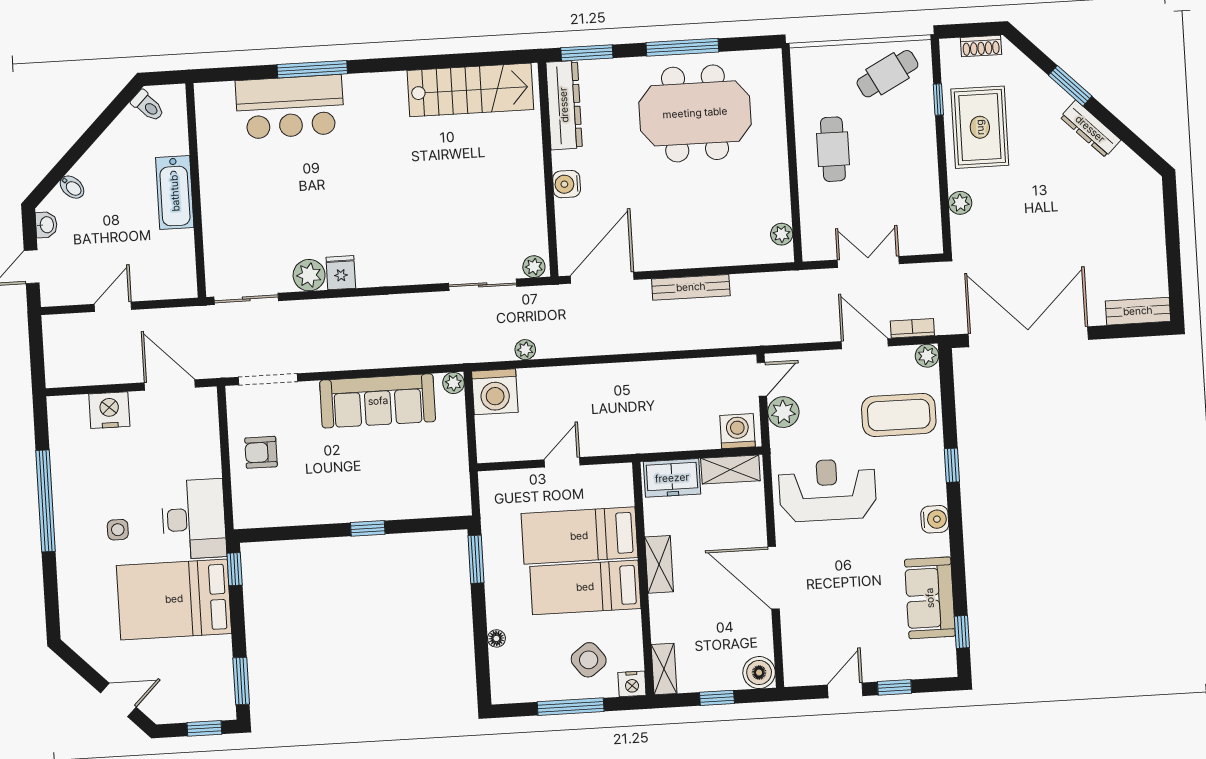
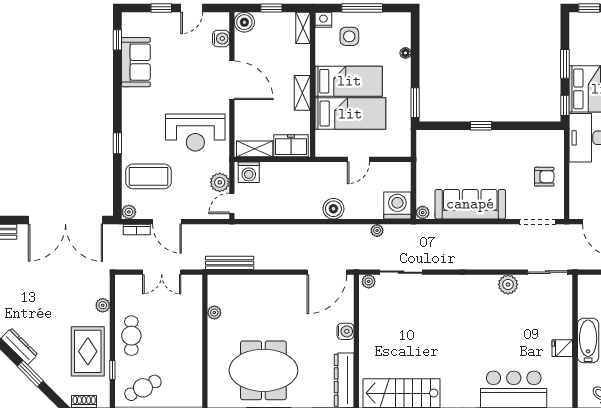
cafe table: (833, 149) -> (131, 336), moved
plant: (782, 234) -> (214, 313), moved
fridge: (341, 273) -> (562, 348), moved, turned 90
bench: (691, 287) -> (230, 263), moved
boiler: (598, 380) -> (333, 209), added
water cooler: (935, 519) -> (221, 38), moved, turned 180
side table: (589, 660) -> (349, 36), turned 37
window: (241, 681) -> (565, 64), moved

